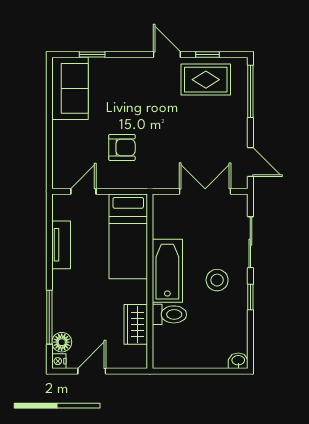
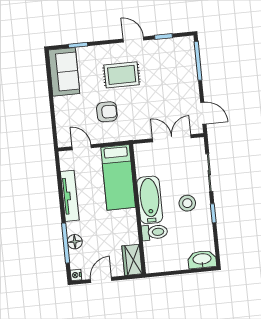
rug: (206, 80) -> (122, 75), moved
door: (83, 191) -> (82, 147), hinge flipped
tv unit: (61, 245) -> (70, 196), width x1.41
wardrobe: (136, 324) -> (132, 260), moved
floor lamp: (62, 342) -> (75, 242), moved
washbasin: (238, 361) -> (202, 259), width x1.91, depth x1.45

